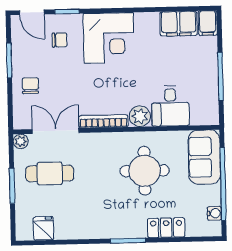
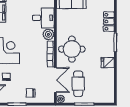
double door: (56, 131) -> (55, 80), swing flipped
round table: (145, 171) -> (72, 49), moved
fridge: (43, 228) -> (108, 63), moved

